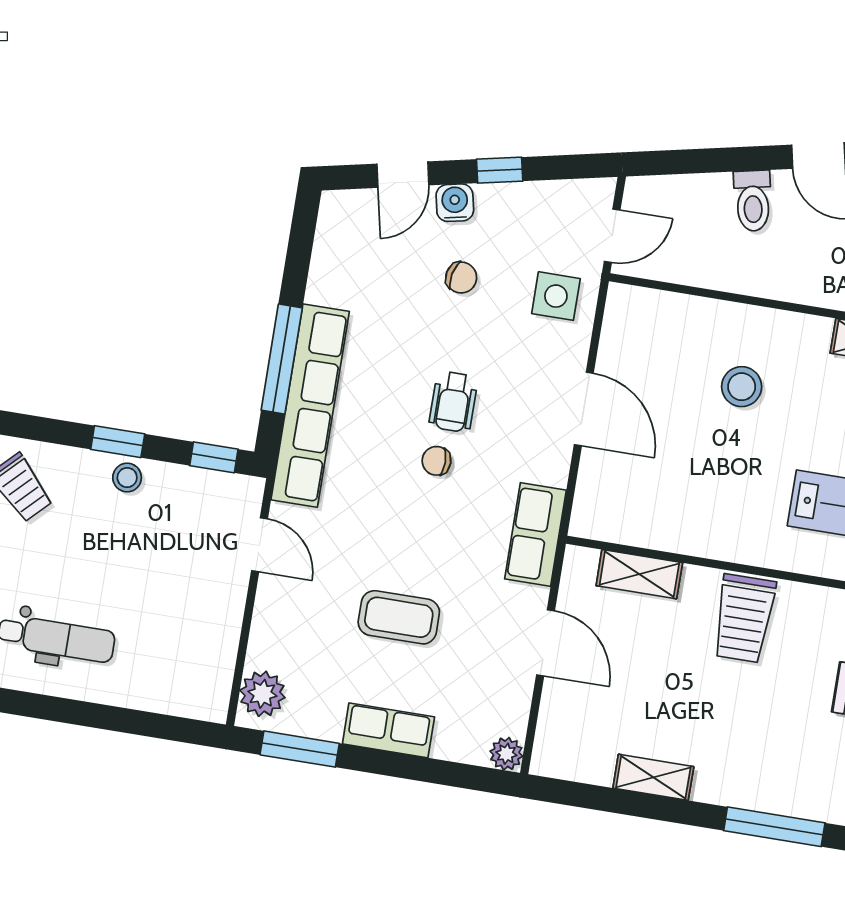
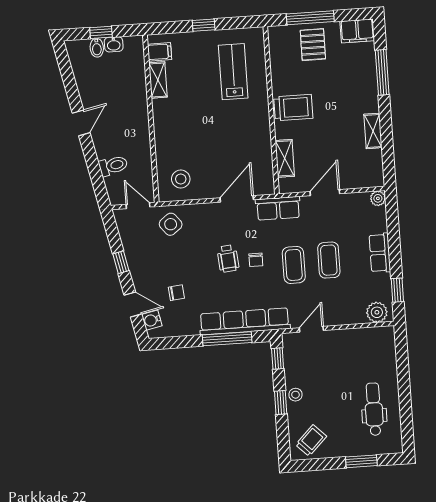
toilet: (753, 201) -> (113, 166), moved
water cooler: (455, 203) -> (152, 320), moved
chair: (461, 278) -> (176, 293), moved, turned 72
side table: (556, 296) -> (171, 224), turned -38
stool: (742, 387) -> (181, 179), moved
wheelchair: (453, 402) -> (228, 258), turned 85
door: (584, 409) -> (237, 199), moved
coffee table: (406, 539) -> (294, 265), added
window: (300, 749) -> (397, 290), width x0.67

